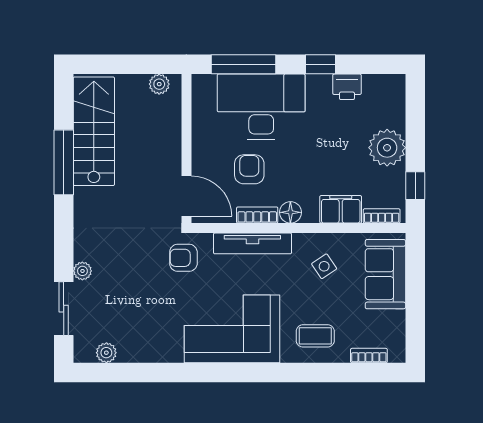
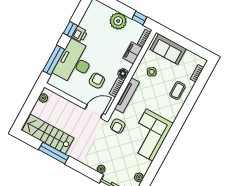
printer: (347, 87) -> (80, 34), moved
armchair: (249, 169) -> (97, 81), turned 90
corner sofa: (232, 329) -> (150, 135), moved

